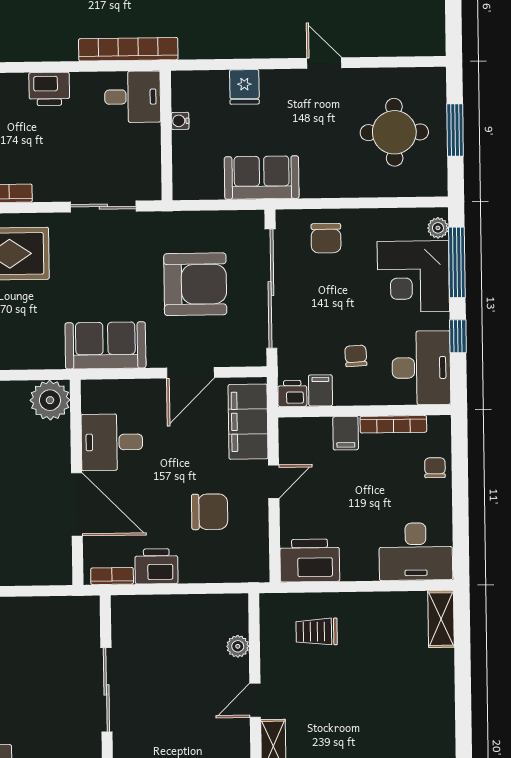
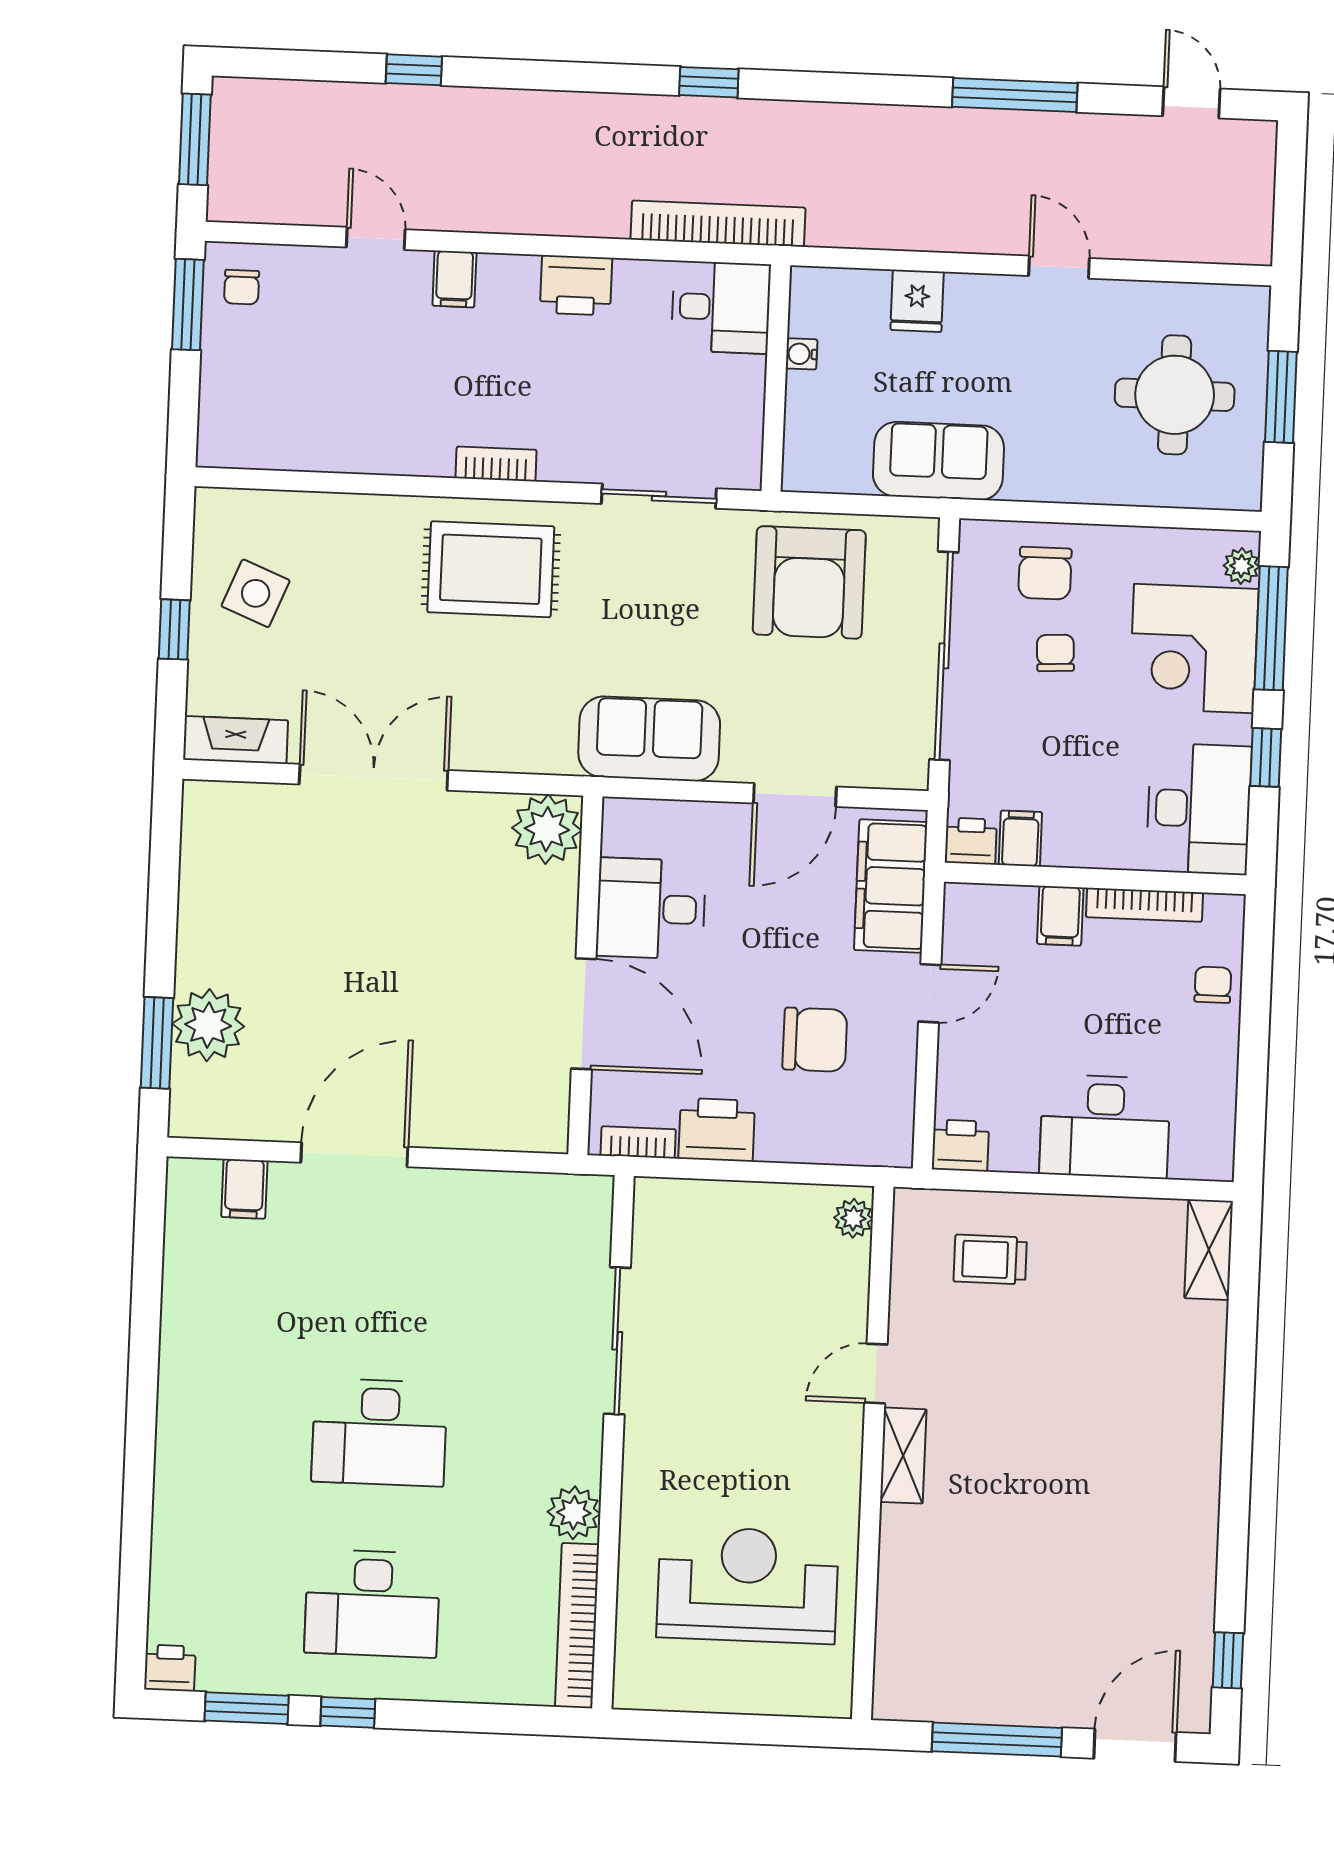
armchair: (195, 284) -> (809, 582), moved, turned 90
chair: (356, 356) -> (1055, 653), moved
desk: (416, 552) -> (1105, 1127), moved
printer: (310, 560) -> (960, 1146), width x0.53, depth x0.68
plant: (238, 646) -> (853, 1218), moved

